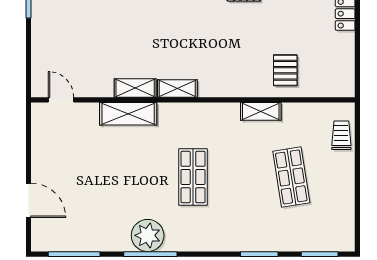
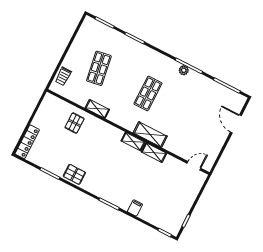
door: (61, 100) -> (194, 166), swing flipped
shelving: (128, 114) -> (150, 134), moved
plant: (148, 235) -> (184, 70), width x0.53, depth x0.53

